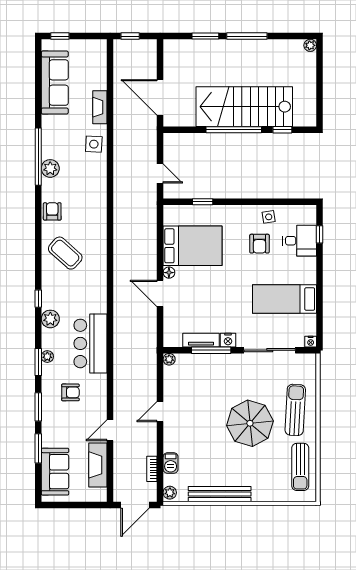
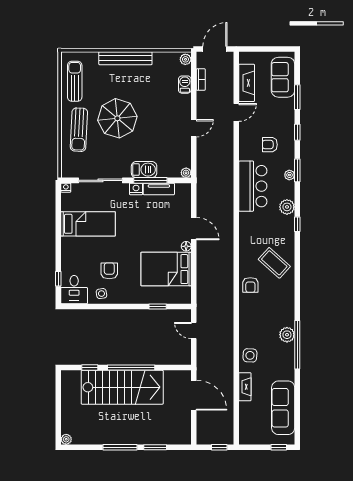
armchair: (52, 211) -> (250, 285), moved
desk: (300, 241) -> (74, 290), moved, turned -90
barbecue: (219, 363) -> (144, 170), added
window: (38, 407) -> (297, 132), width x0.67
bench: (220, 494) -> (125, 58), moved

